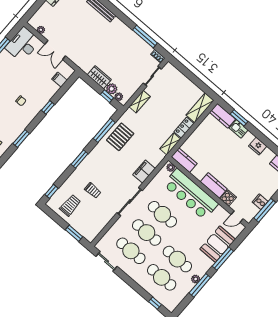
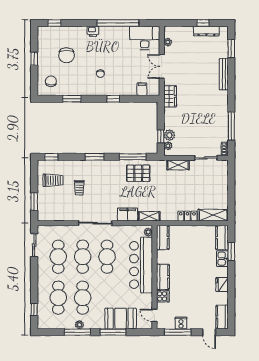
wardrobe: (99, 77) -> (170, 96), moved
shelving: (170, 144) -> (149, 216), moved

